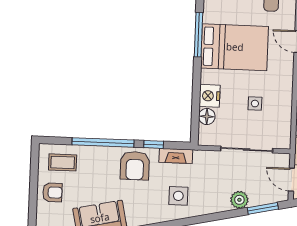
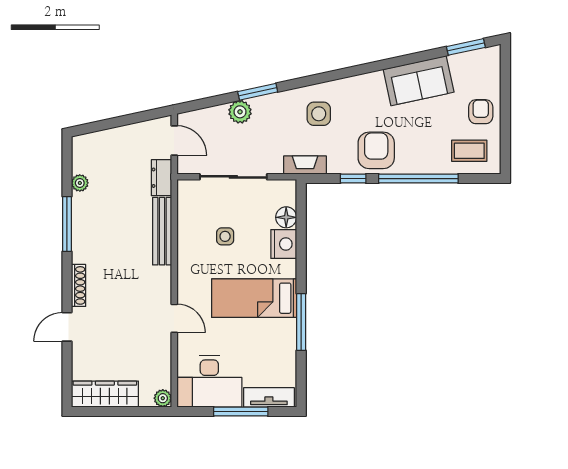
bed: (235, 47) -> (254, 298), width x0.67
fireplace: (176, 156) -> (305, 165), moved
armchair: (52, 192) -> (481, 112), turned 90
window: (263, 208) -> (258, 92), moved

